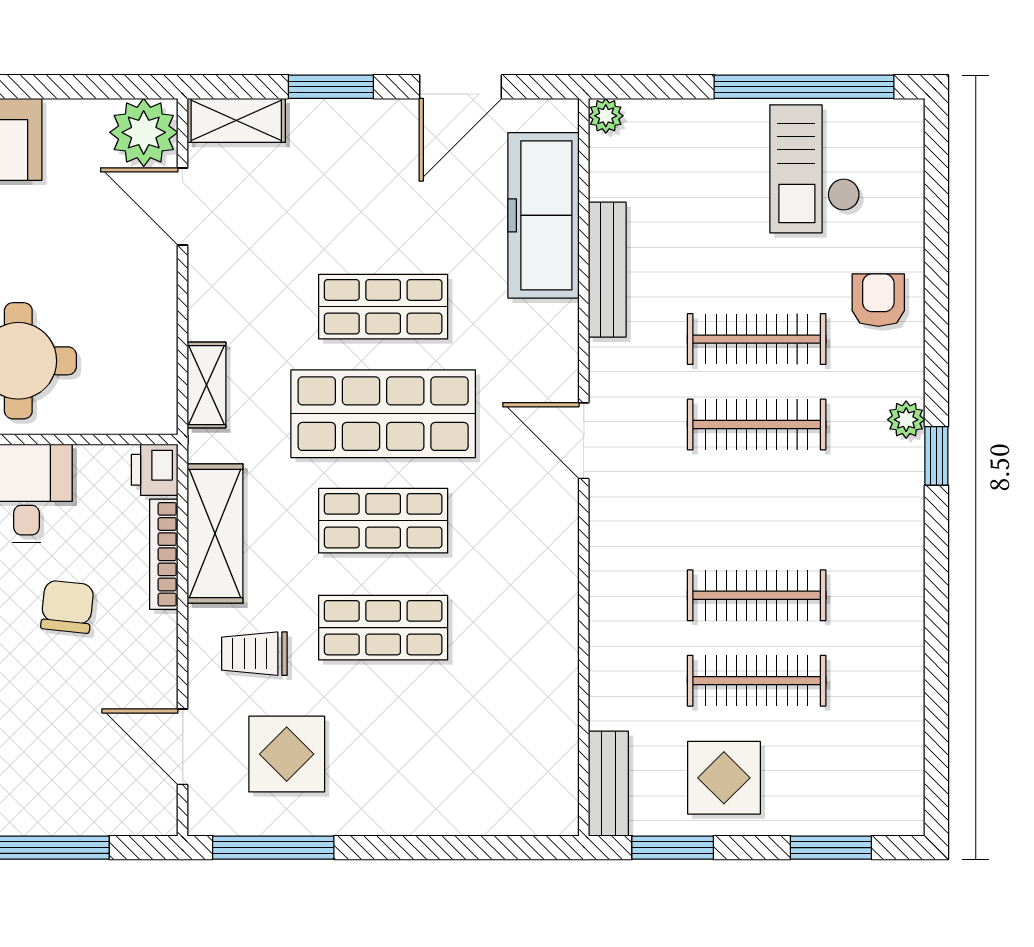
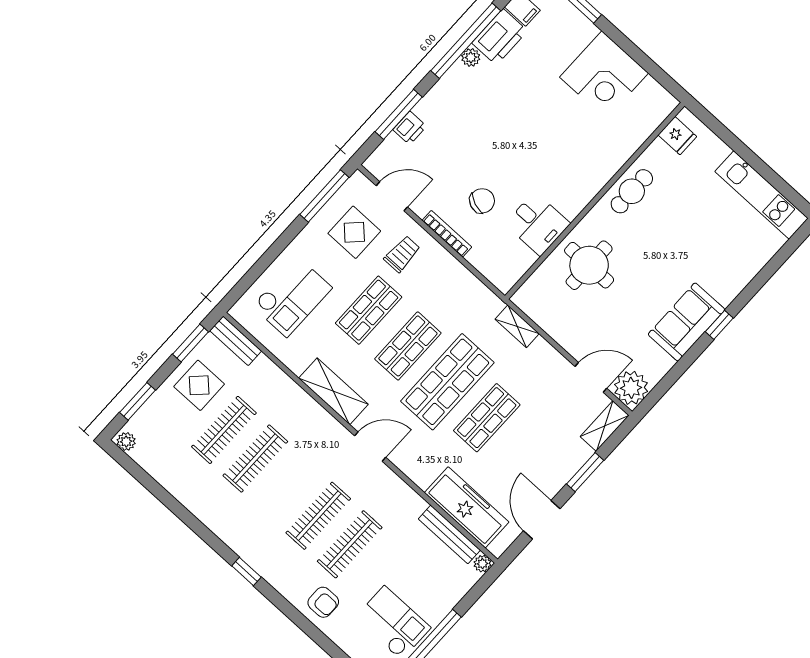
bench: (607, 270) -> (449, 534), moved
plant: (906, 420) -> (126, 442), moved
printer: (155, 470) -> (410, 128), moved, turned 90
shelving: (215, 534) -> (333, 391), moved
bookcase: (164, 554) -> (447, 234), moved
chair: (67, 607) -> (482, 201), turned -75
checkout: (467, 759) -> (292, 297), added

